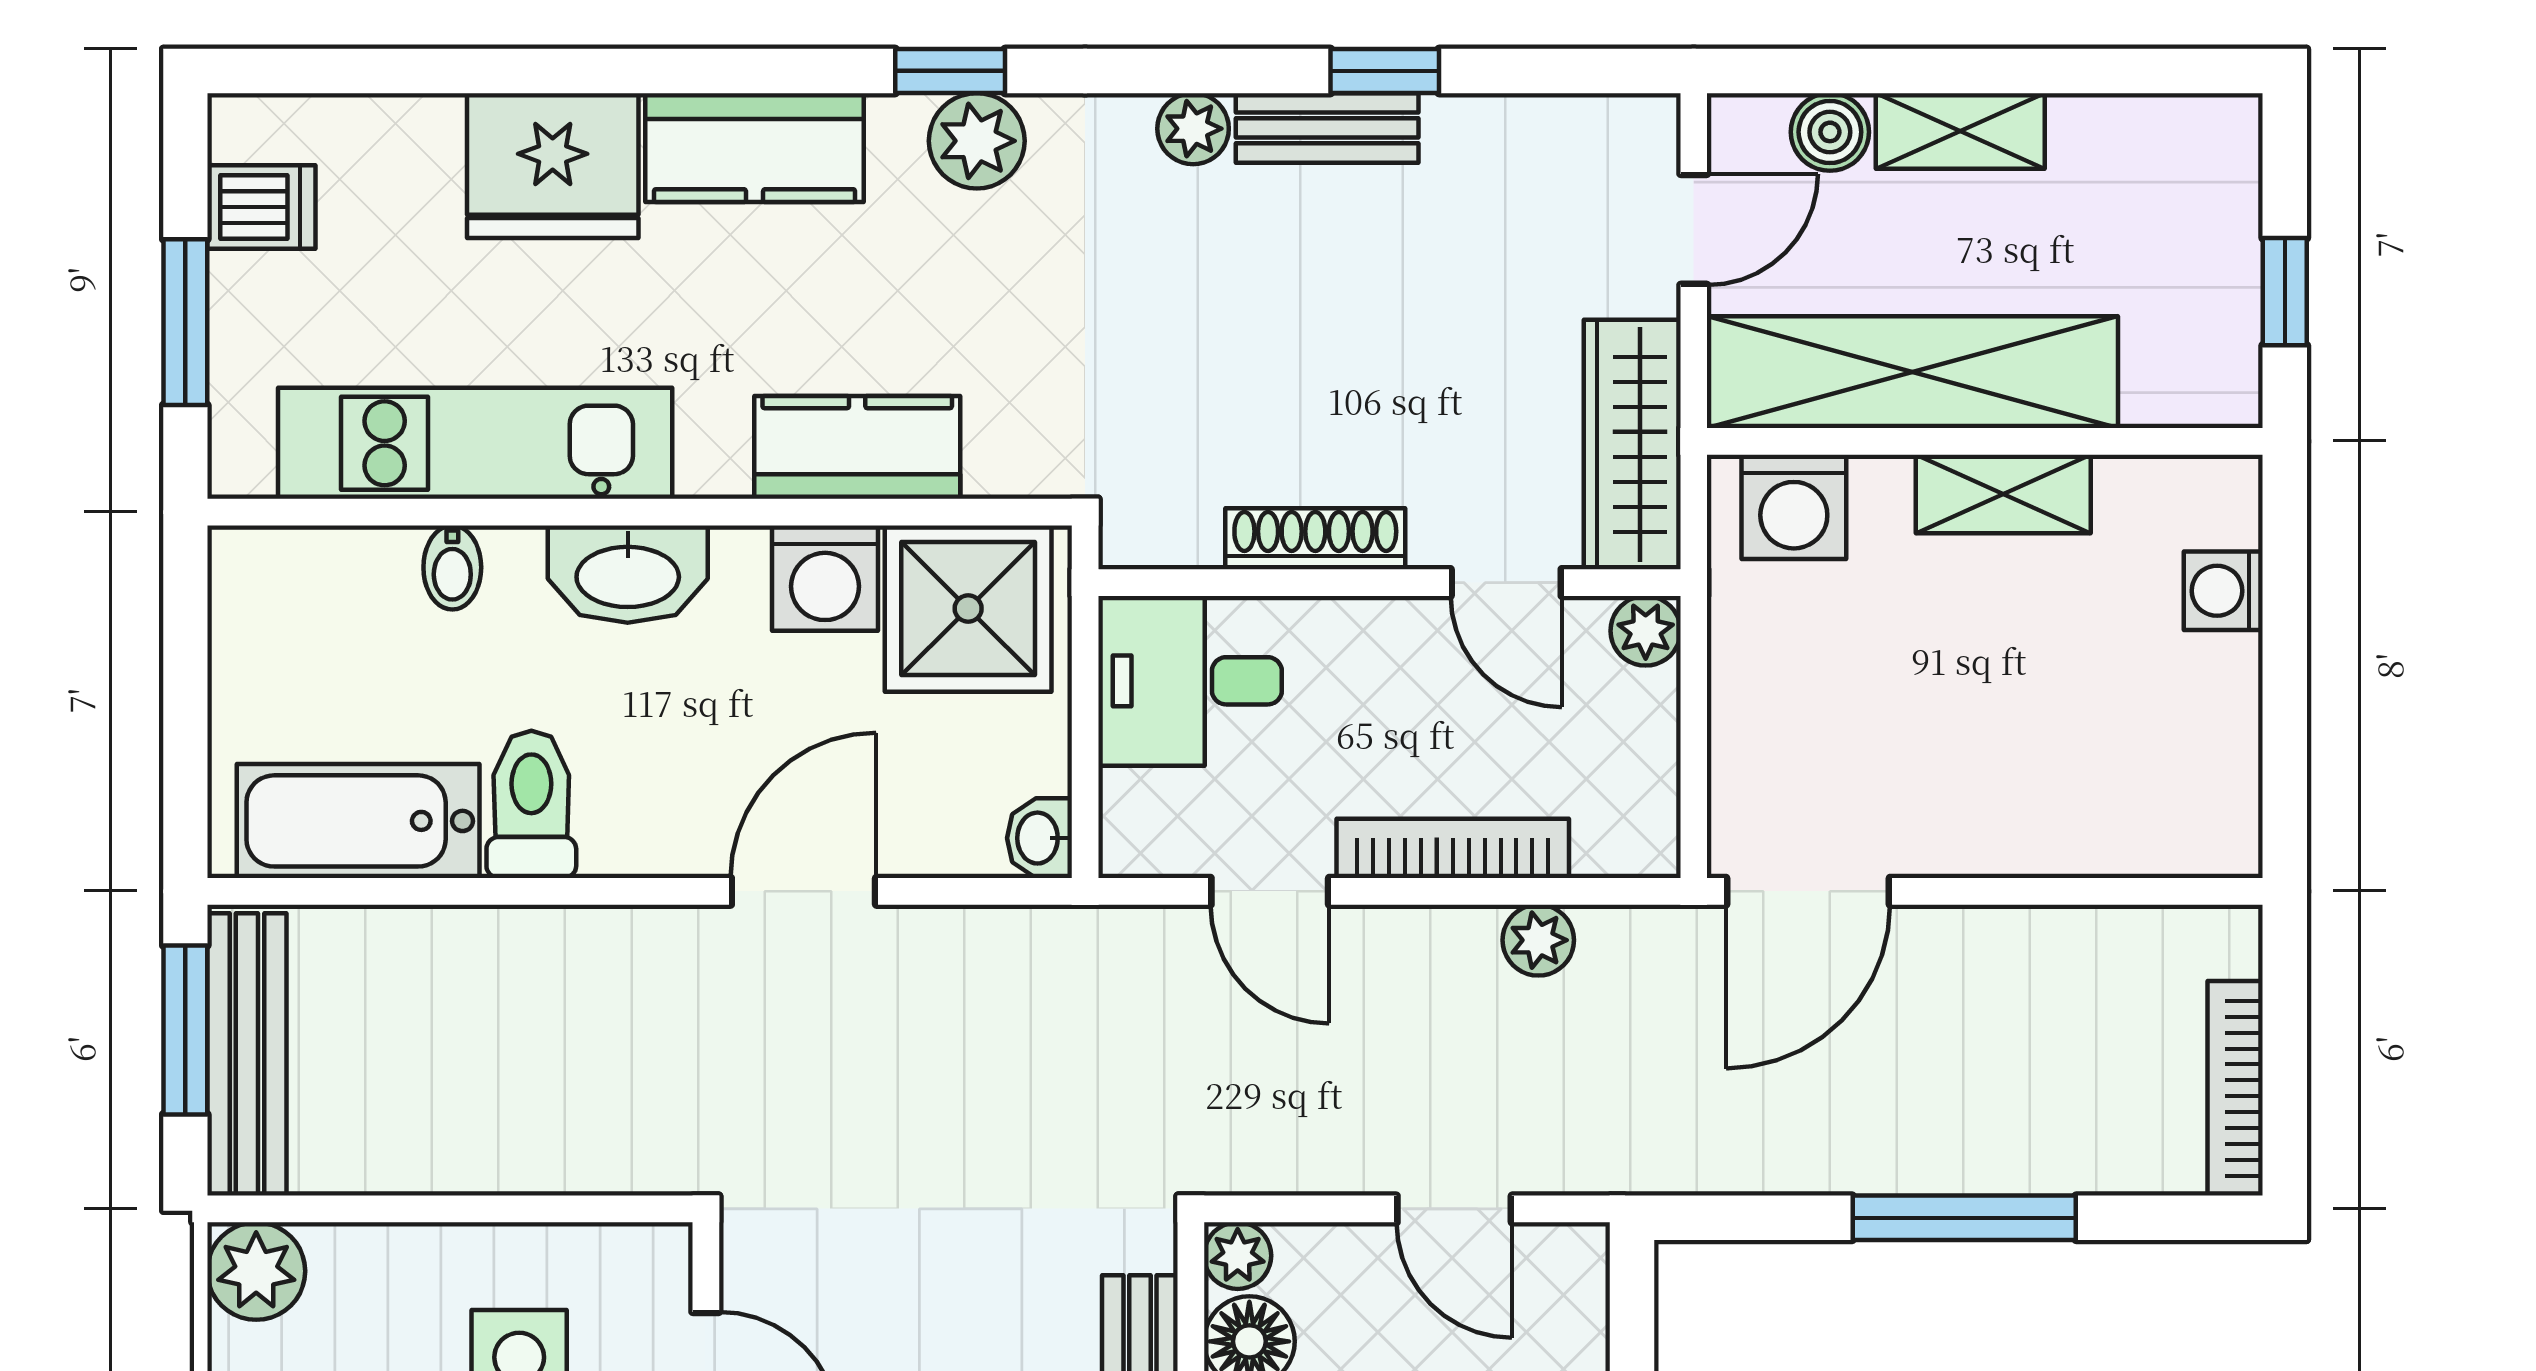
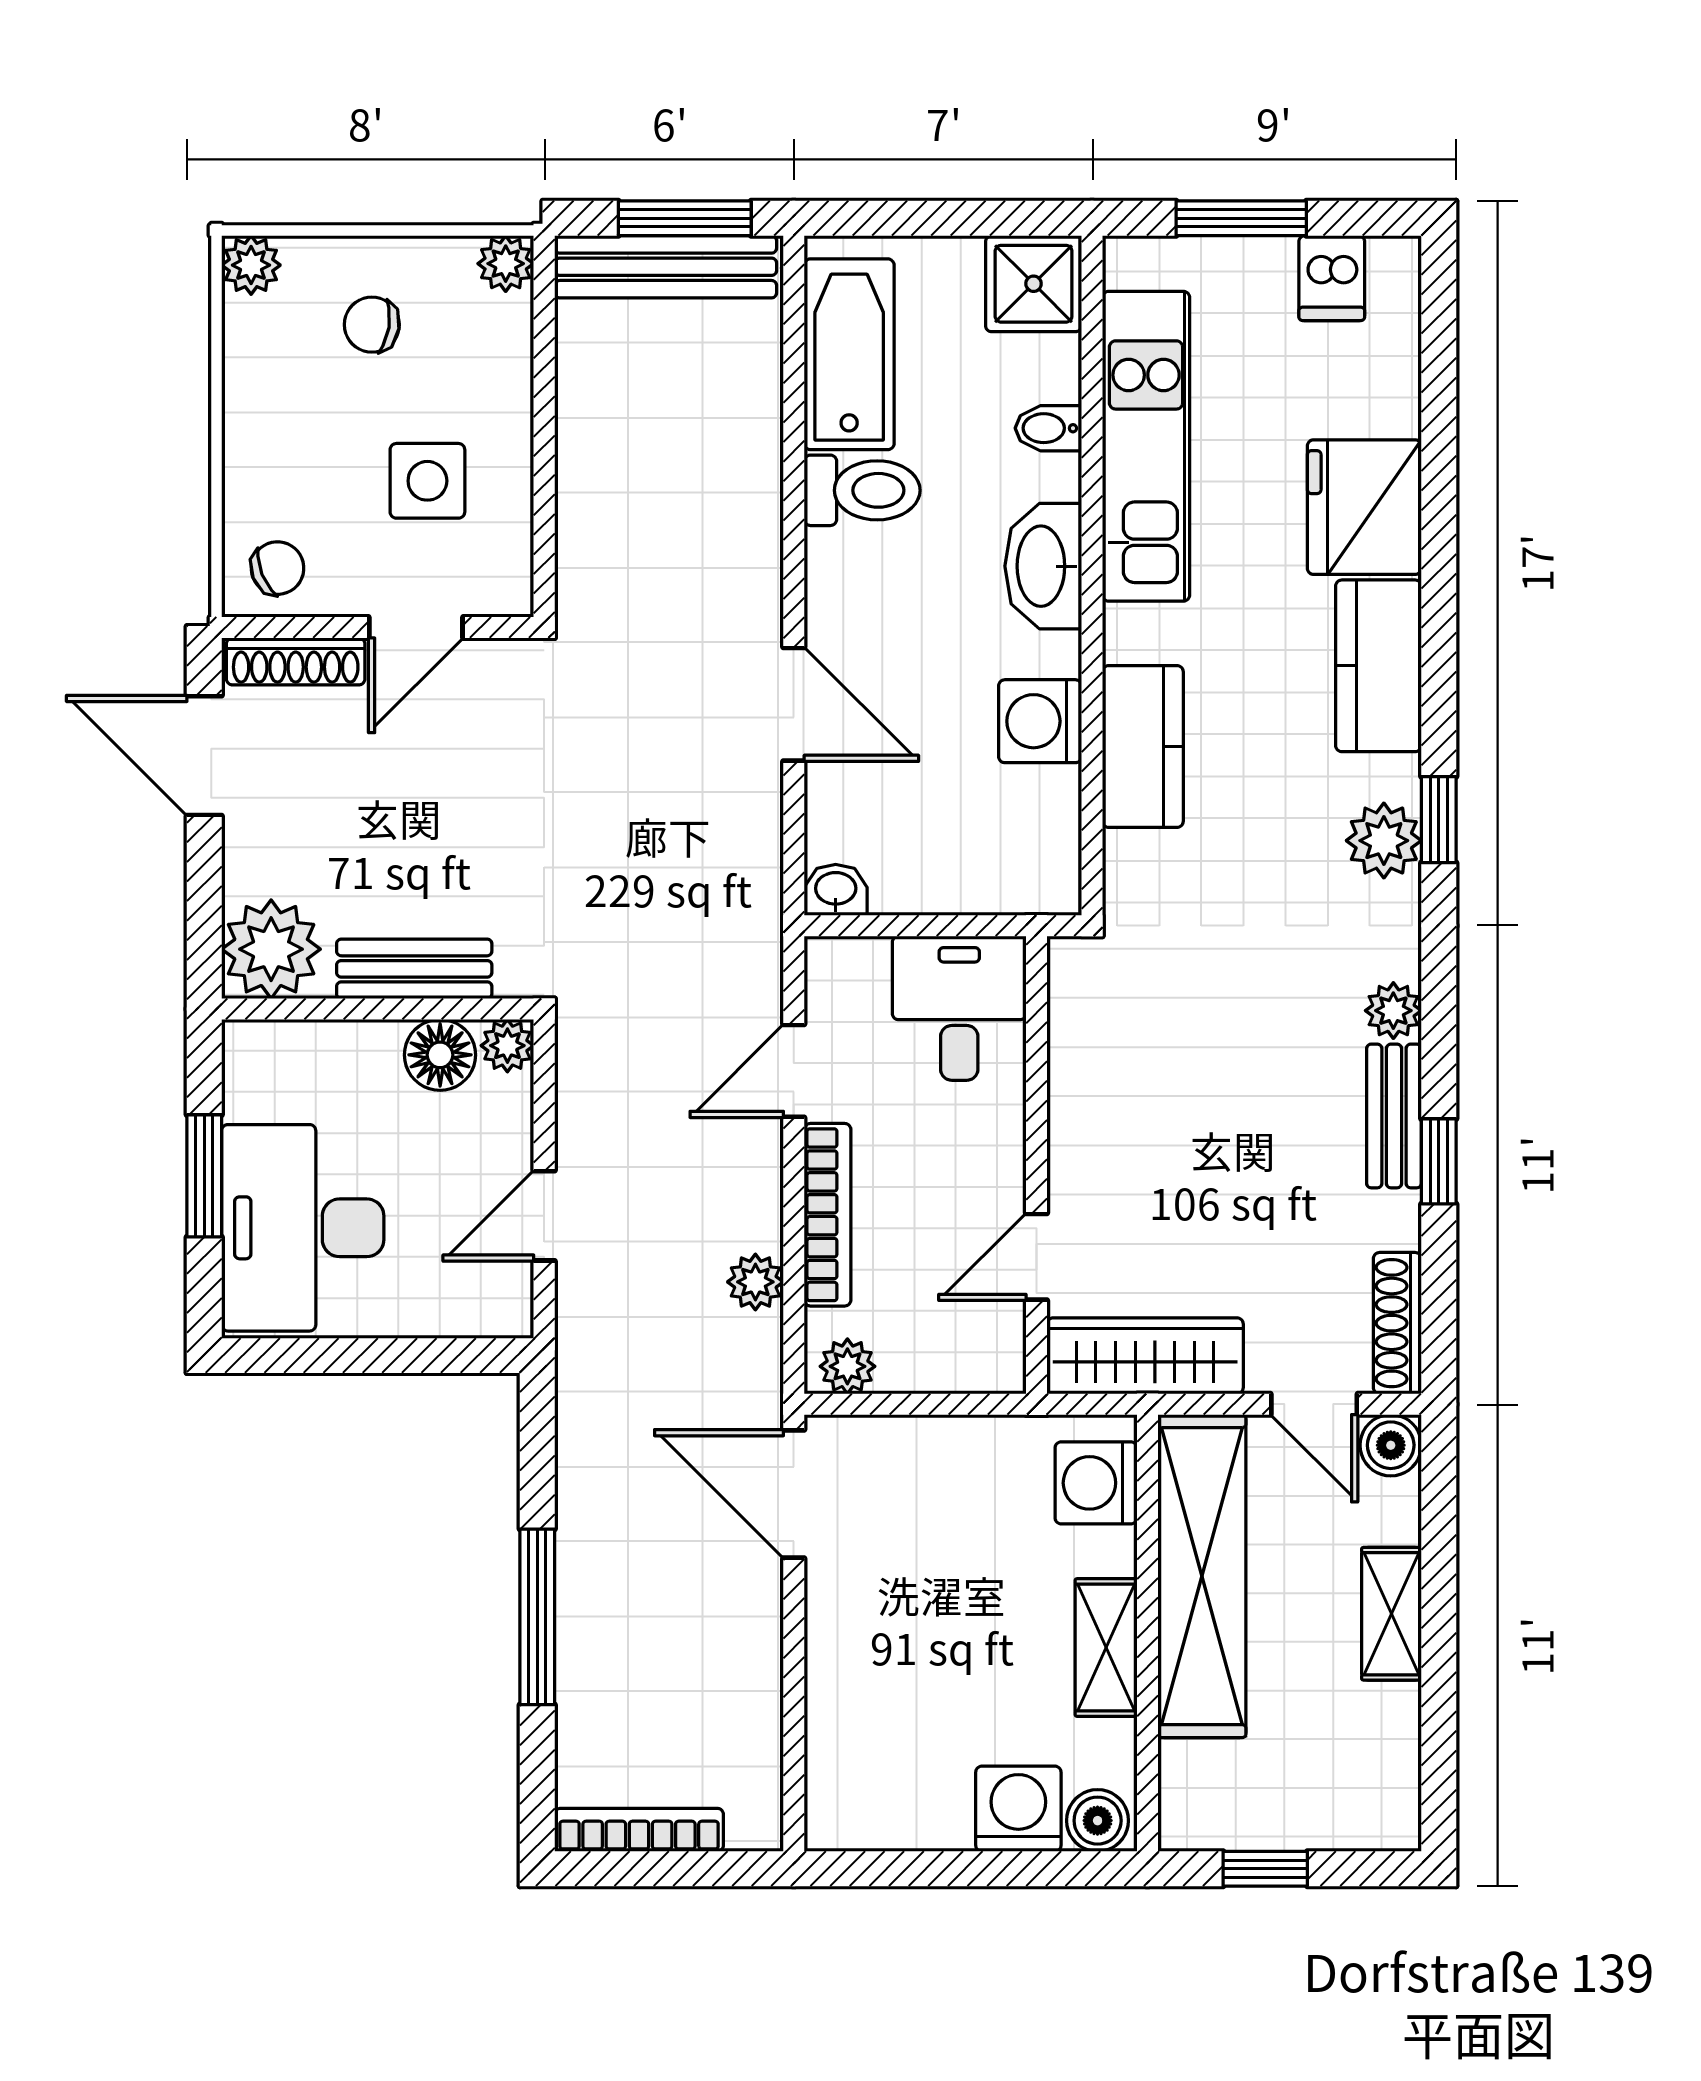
boiler: (1830, 132) -> (1391, 1445), moved
boiler: (2223, 505) -> (1098, 1821), added
shoe rack: (1315, 539) -> (1397, 1323), moved, turned 180
washing machine: (2223, 591) -> (1018, 1809), width x1.38, depth x1.38
shower: (968, 609) -> (1034, 284), moved, width x0.73, depth x0.73
plant: (1646, 631) -> (847, 1366), moved
plant: (256, 1271) -> (506, 264), width x0.73, depth x0.73

